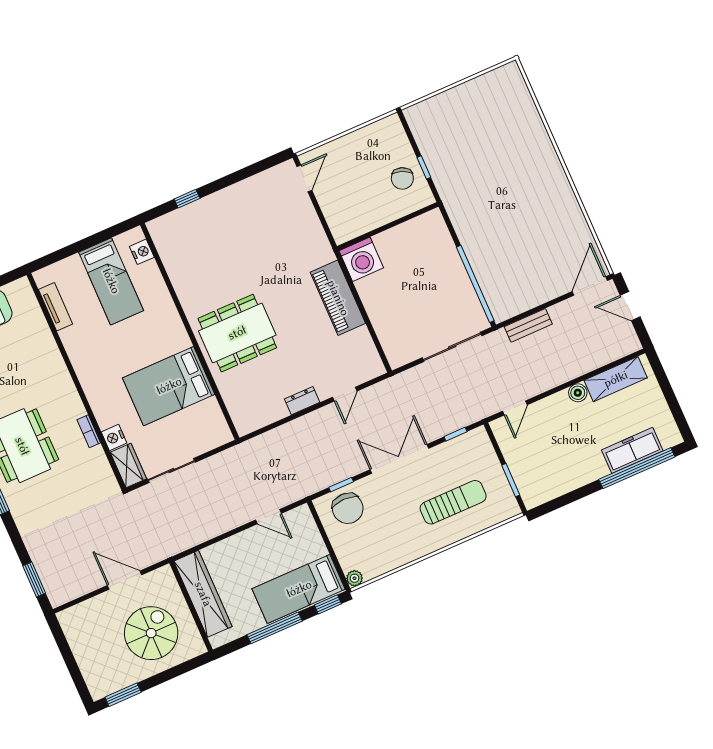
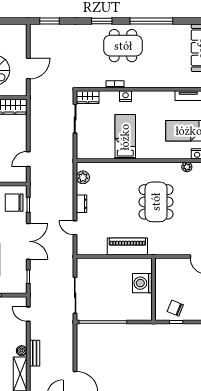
plant: (170, 259) -> (187, 167), added
washing machine: (361, 259) -> (142, 283), moved
bench: (528, 325) -> (35, 353), moved
dining table: (237, 333) -> (156, 202), moved
bed: (169, 386) -> (125, 137), width x0.67
plant: (259, 417) -> (83, 177), added
nightstand: (114, 437) -> (126, 96), moved

